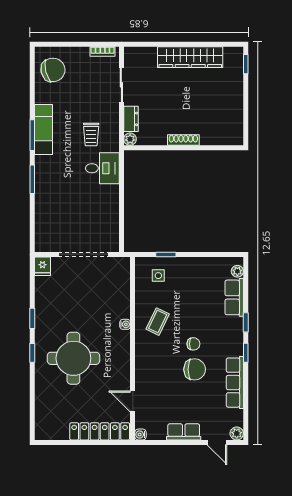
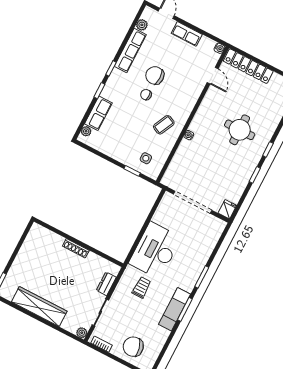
chair: (53, 70) -> (133, 347), moved
plant: (130, 139) -> (82, 333), moved
desk: (102, 168) -> (155, 250), width x1.87, depth x1.30
round table: (73, 358) -> (240, 130), width x0.73, depth x0.73
plant: (237, 433) -> (142, 25), moved

